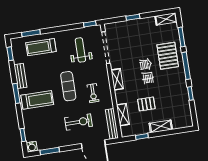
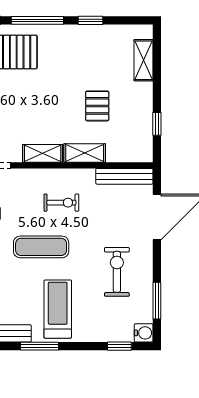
shelving: (123, 115) -> (85, 153), moved
exercise bike: (79, 122) -> (117, 272), moved
shelving: (161, 126) -> (144, 60), moved

